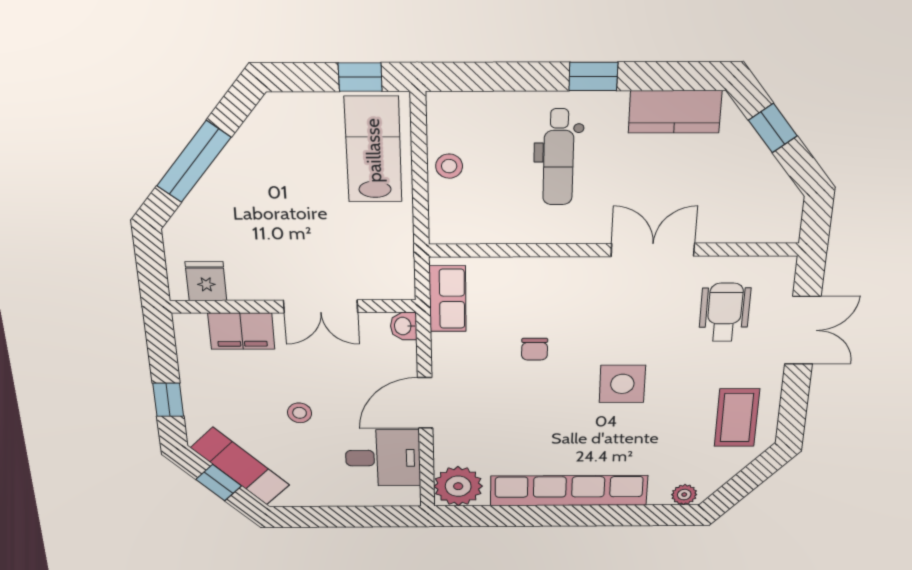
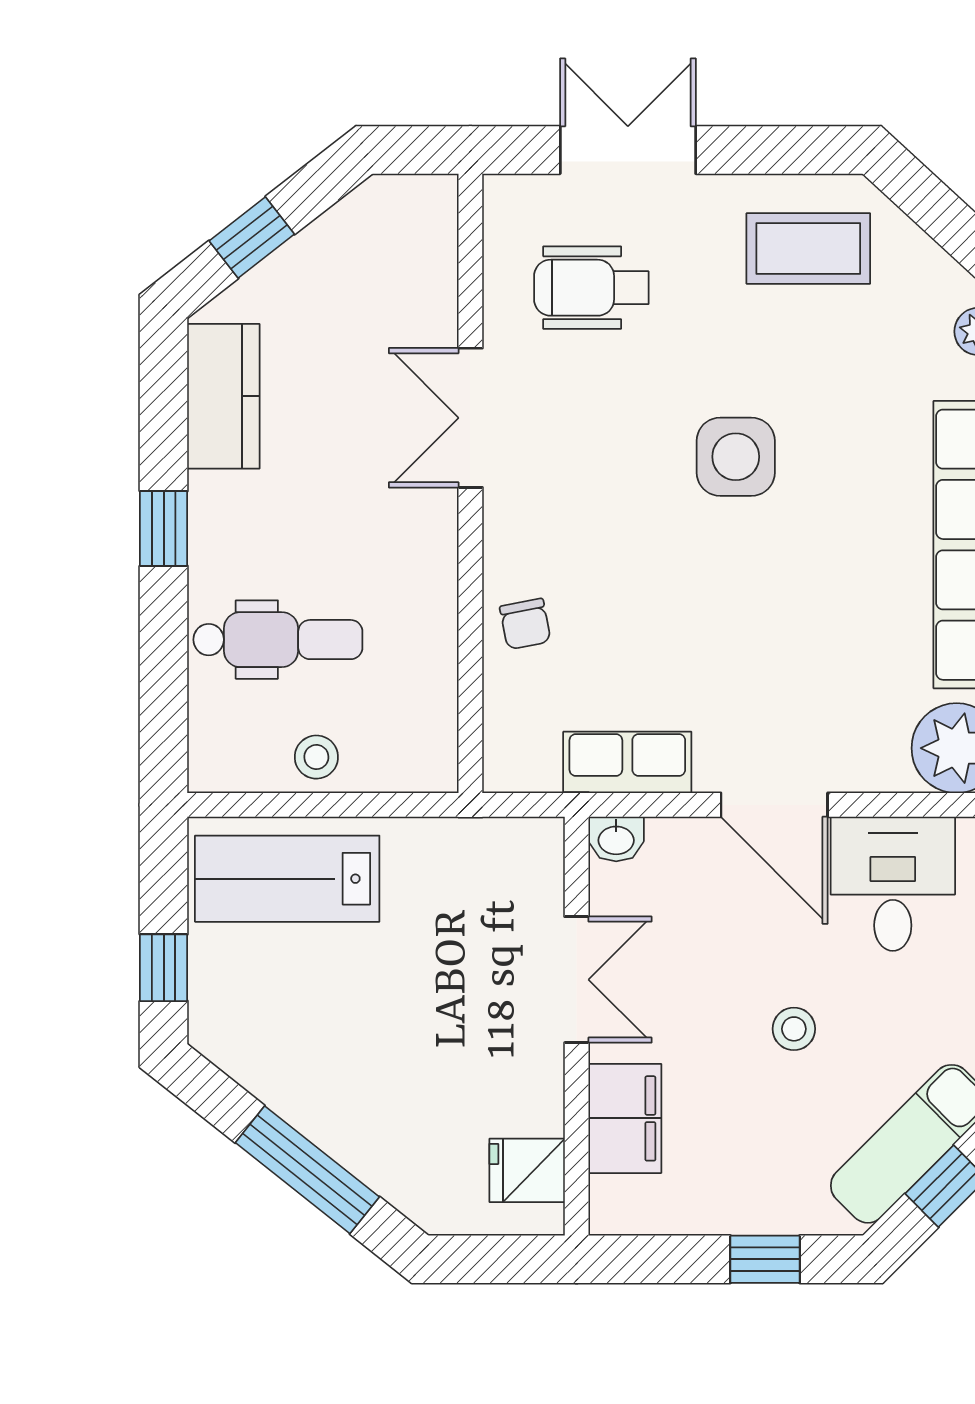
window: (360, 77) -> (164, 968), moved
dental chair: (558, 157) -> (278, 640), moved
row of seats: (448, 299) -> (627, 762), moved
chair: (535, 349) -> (525, 624), moved, turned 79

